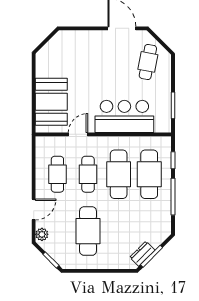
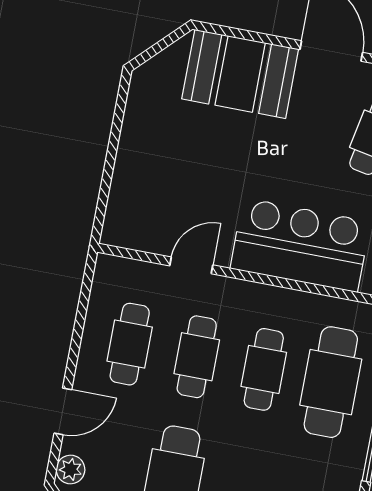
booth: (51, 102) -> (240, 74), moved, turned 90
cafe table: (119, 174) -> (264, 369), width x0.73, depth x0.74

